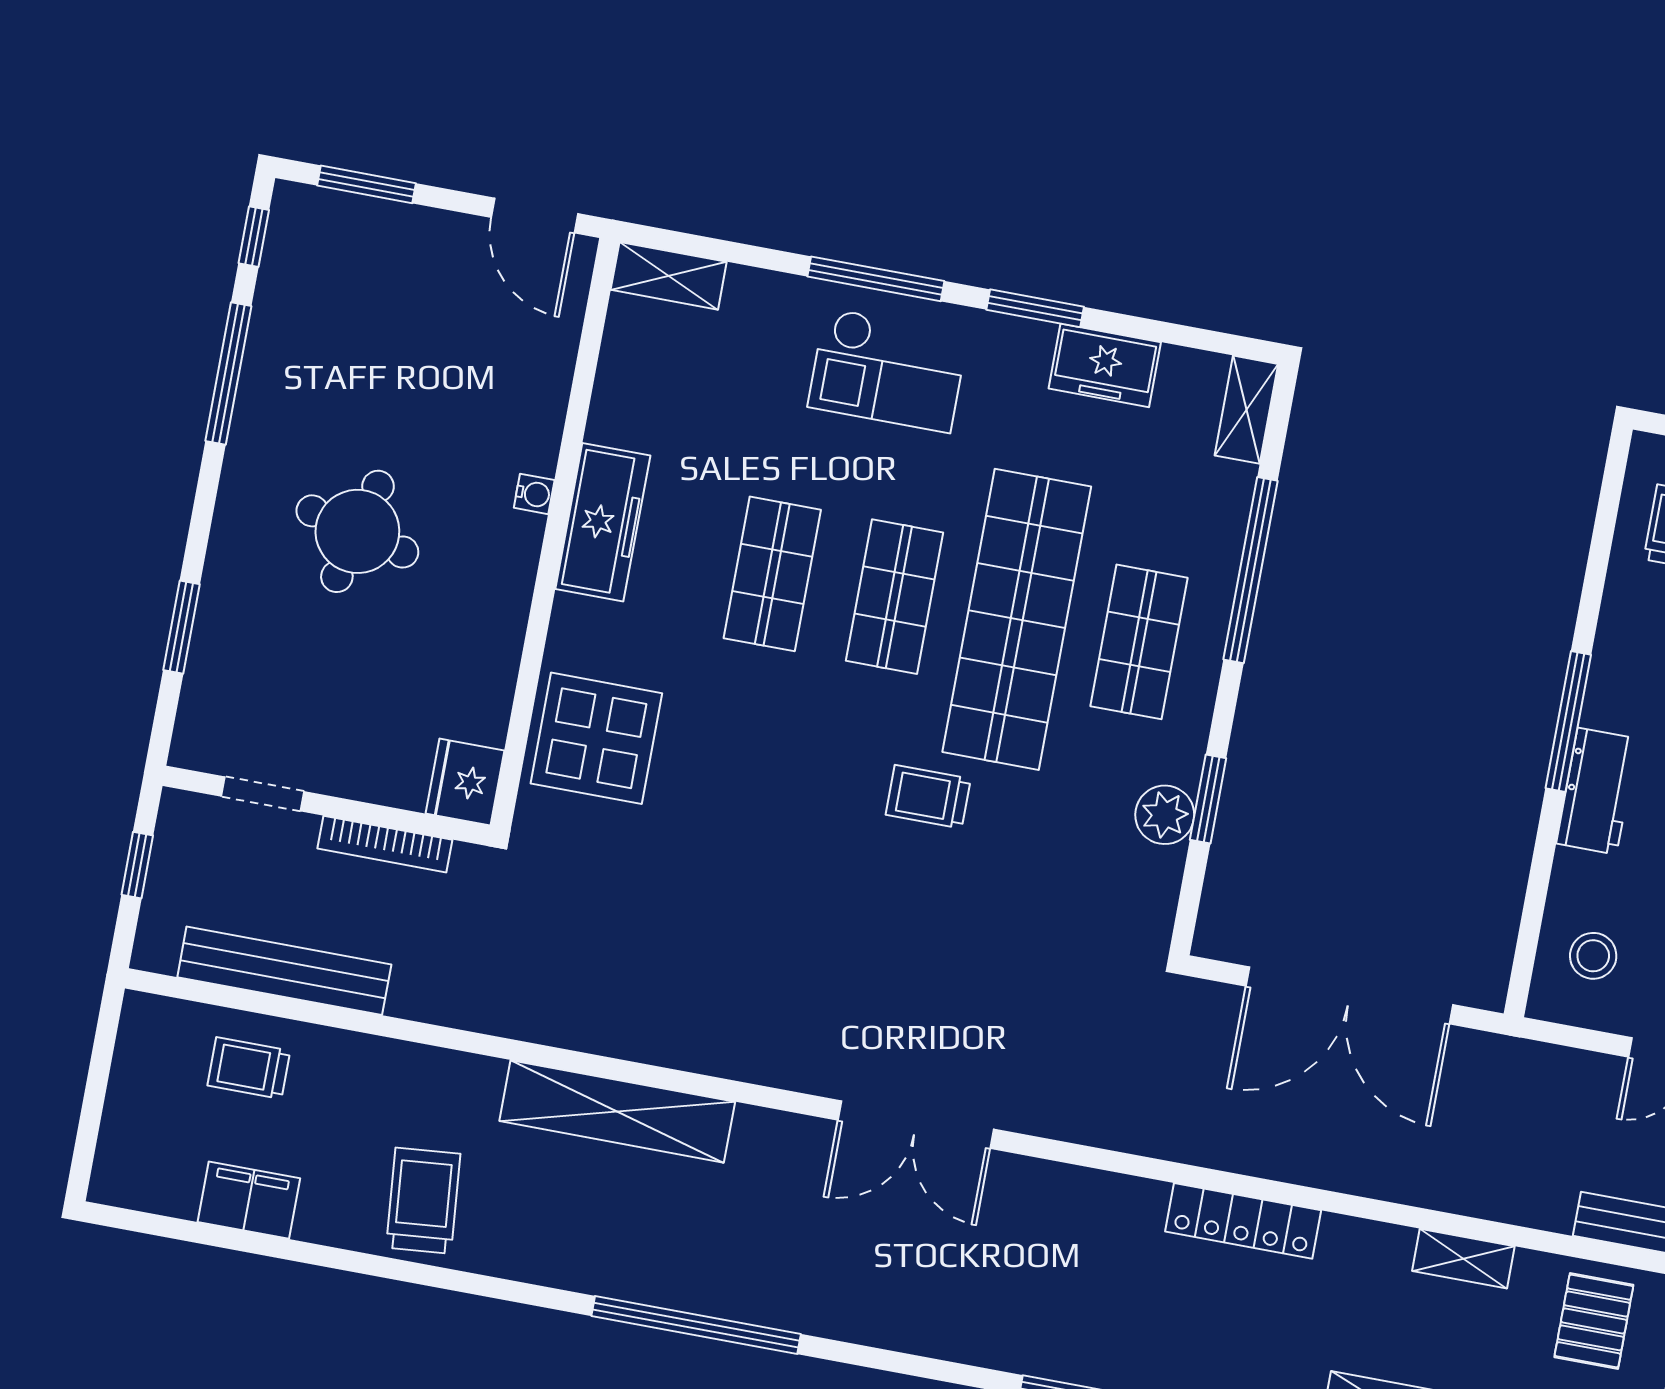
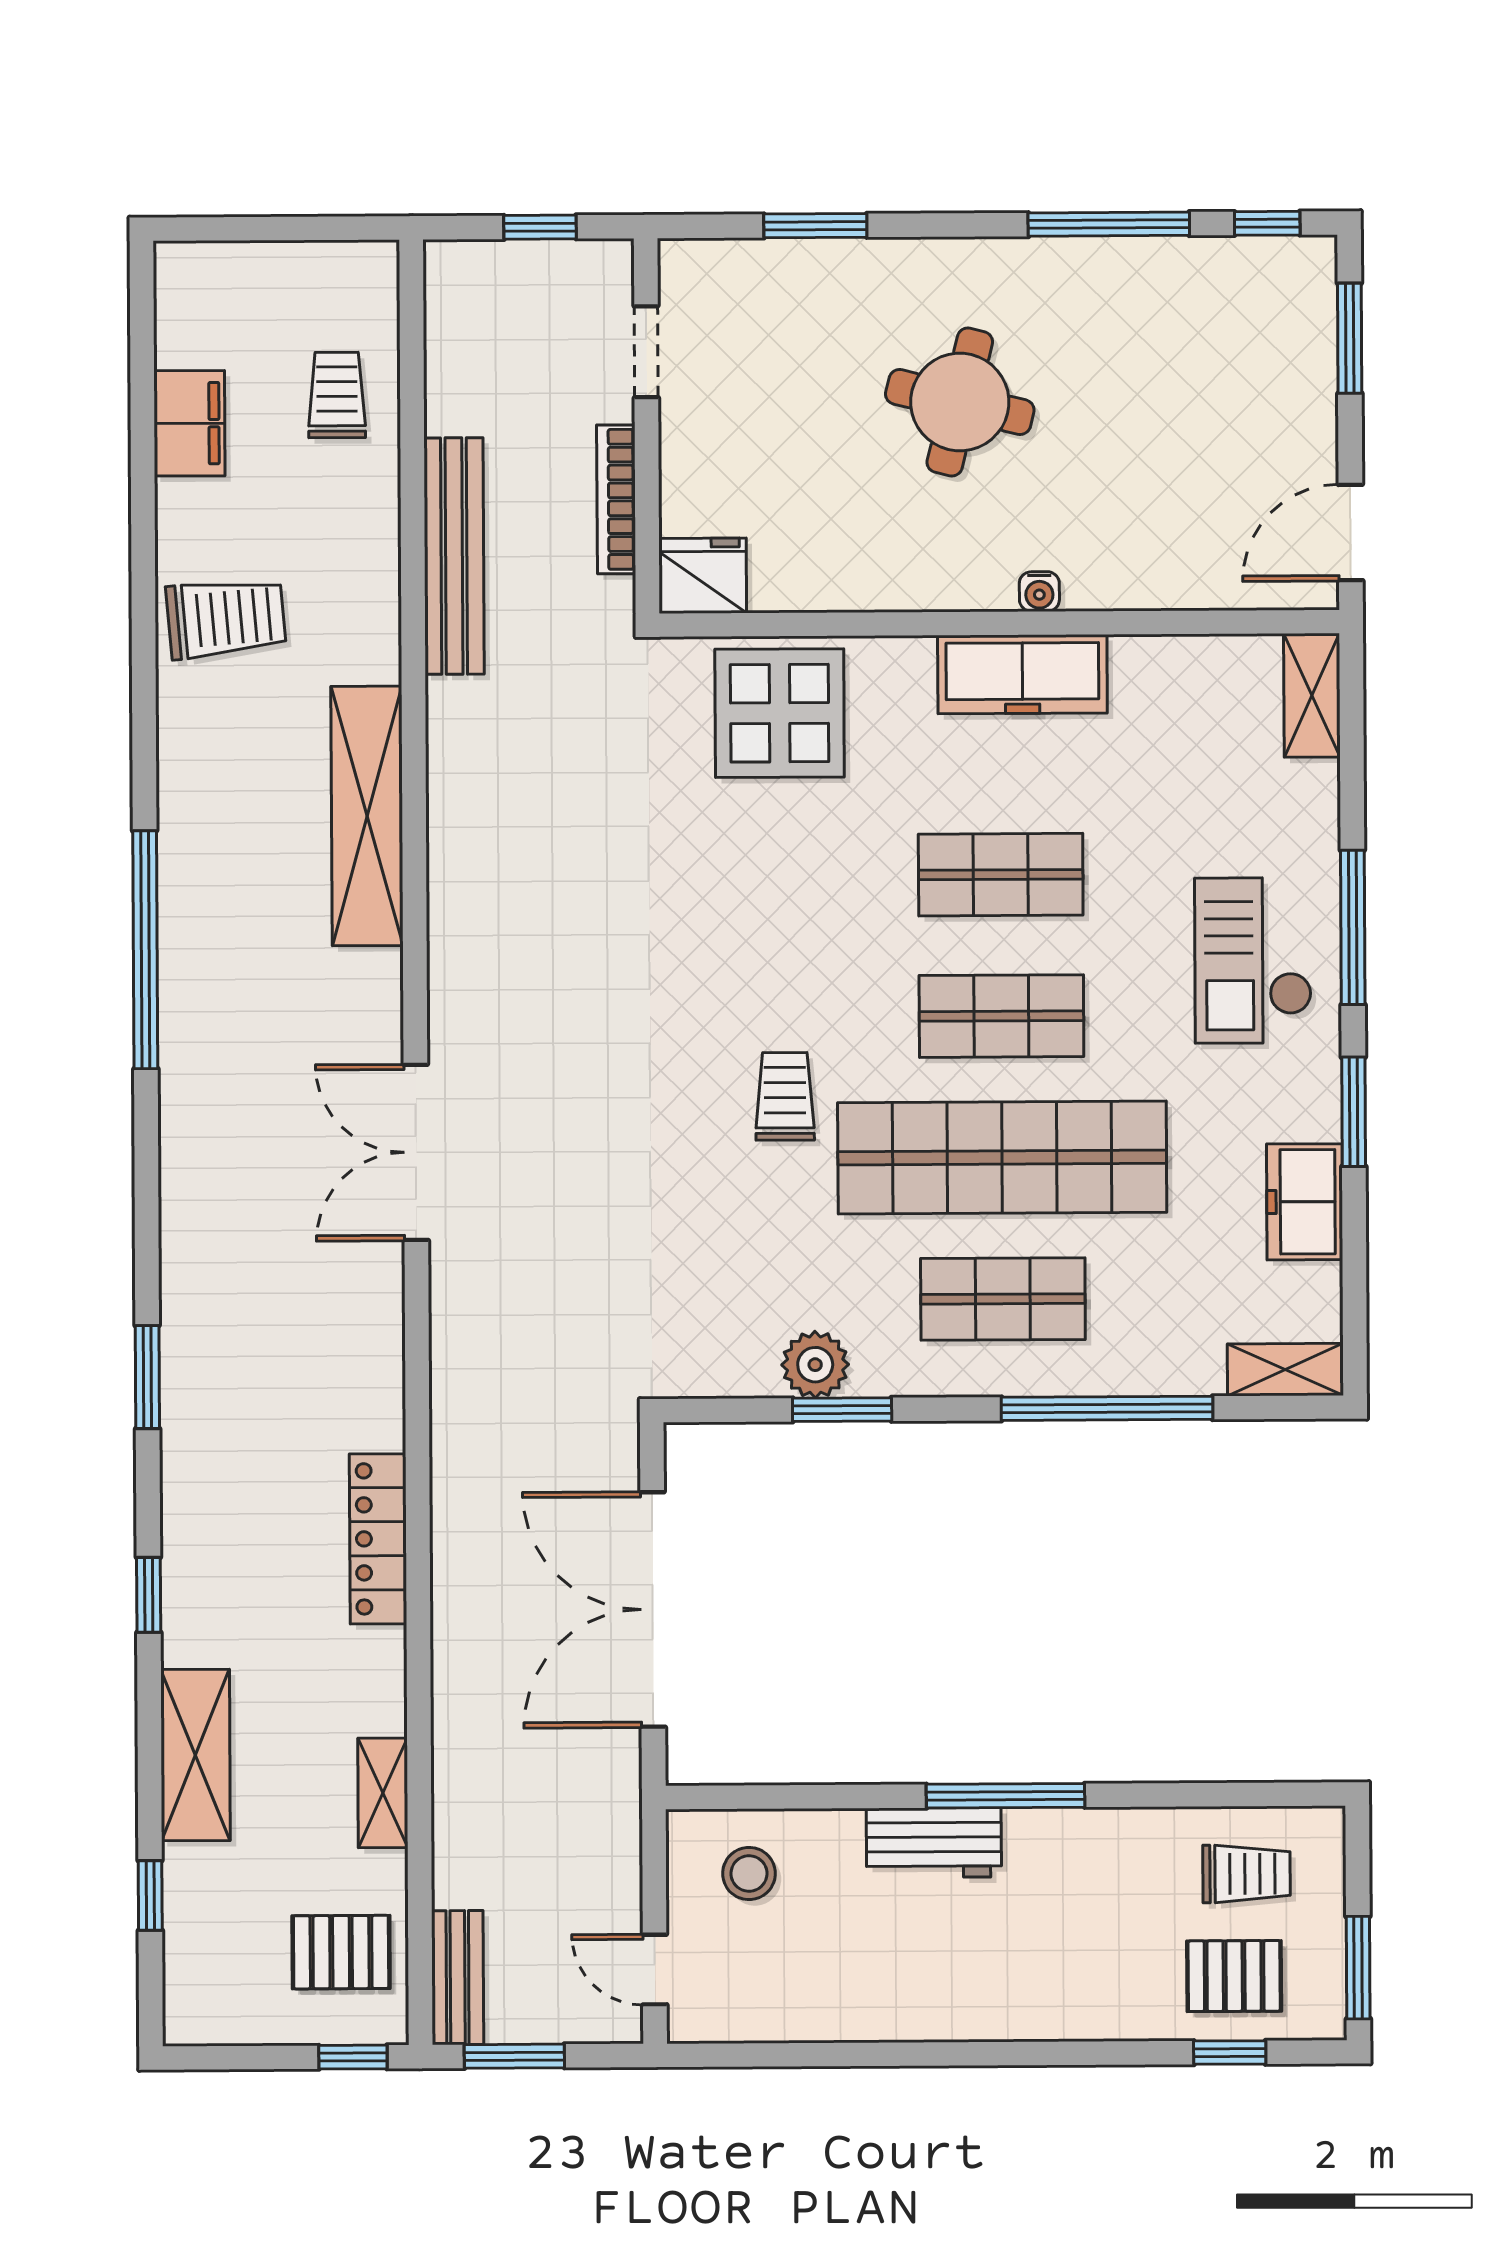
bench: (284, 971) -> (454, 556), moved

